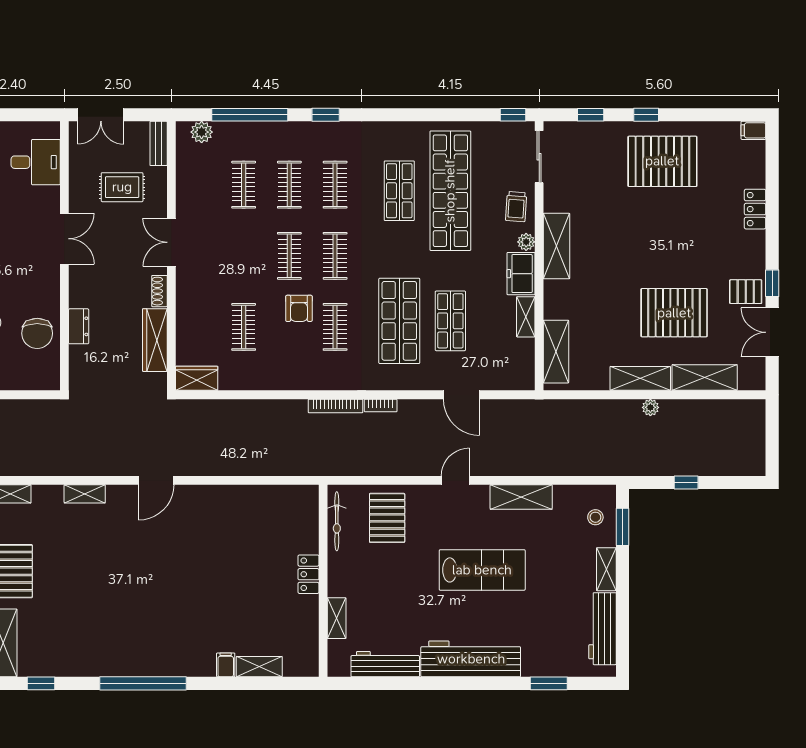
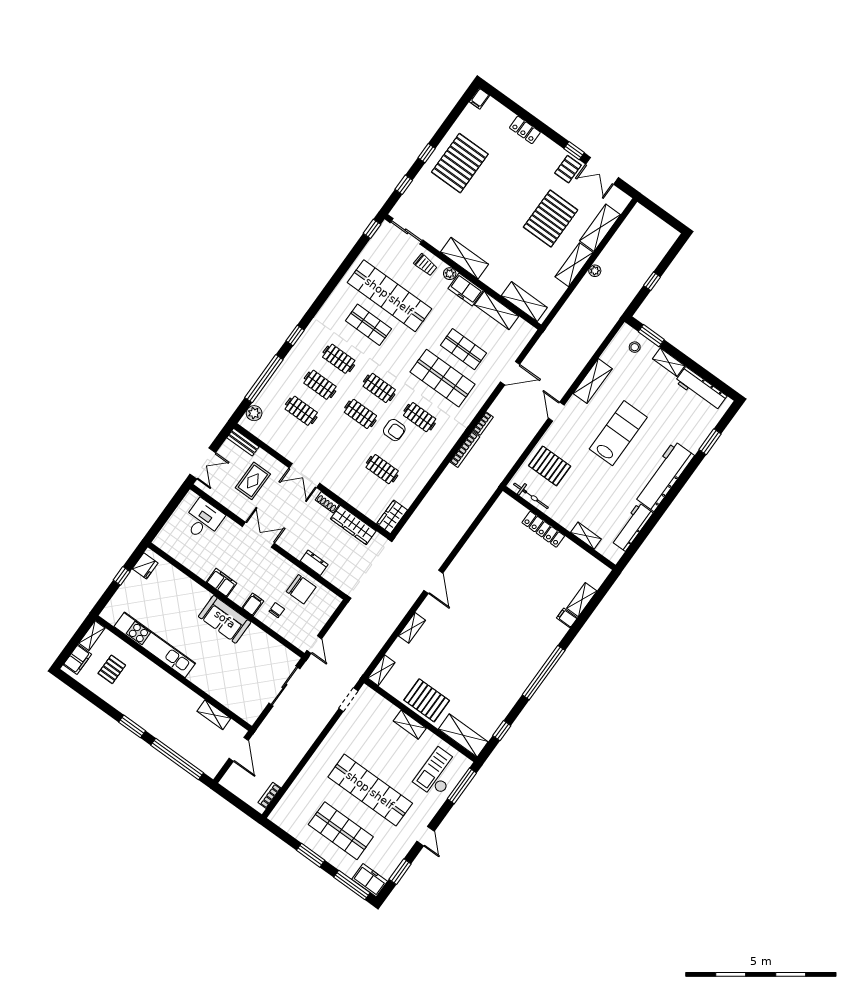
shelving: (526, 317) -> (497, 310), width x1.50, depth x1.33
locker: (308, 574) -> (543, 529), width x1.53

